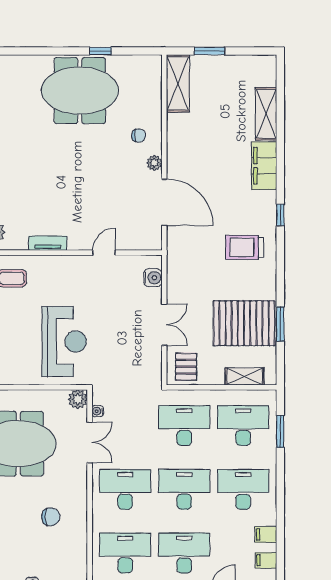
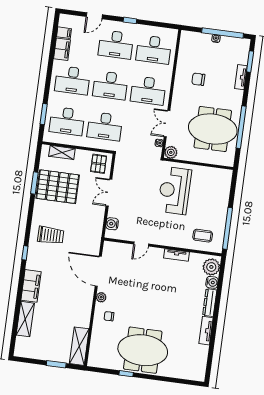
filing cabinet: (266, 534) -> (62, 49), width x2.00

